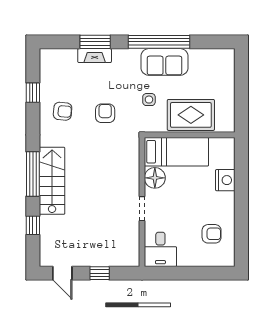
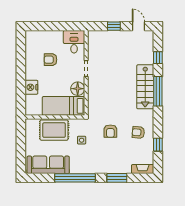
fireplace: (95, 56) -> (143, 169), moved
sofa: (164, 62) -> (48, 165), moved, width x1.36
armchair: (212, 234) -> (50, 60), moved

